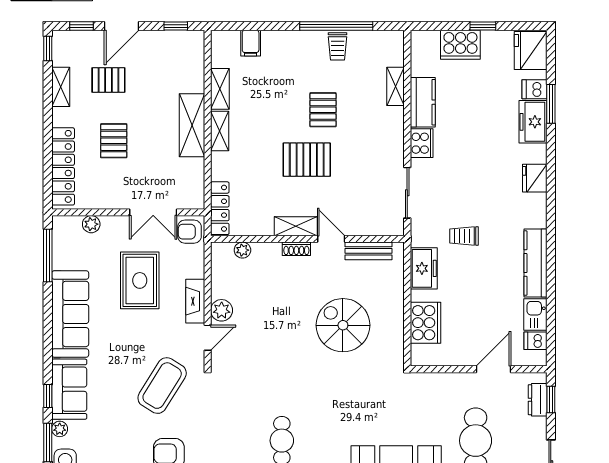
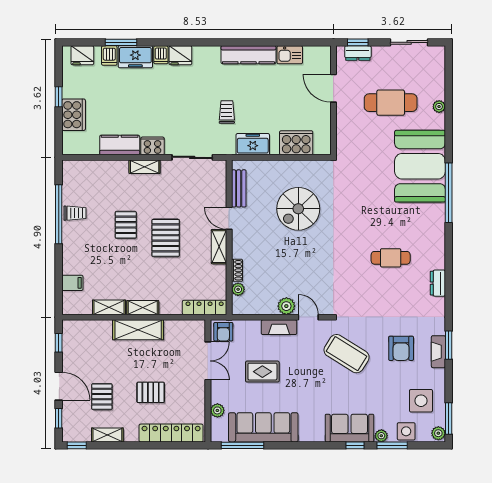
fridge: (531, 50) -> (82, 55), width x0.73, depth x0.75
shelving: (396, 86) -> (145, 167), moved
pallet: (323, 110) -> (126, 225), turned 90
trolley: (464, 236) -> (227, 112), turned 180
door: (331, 239) -> (229, 218), hinge flipped
shoe rack: (296, 249) -> (237, 270), moved
rug: (140, 280) -> (262, 372), width x0.73, depth x0.70
sofa: (70, 314) -> (263, 427), moved
dishwasher: (535, 341) -> (161, 55), moved

